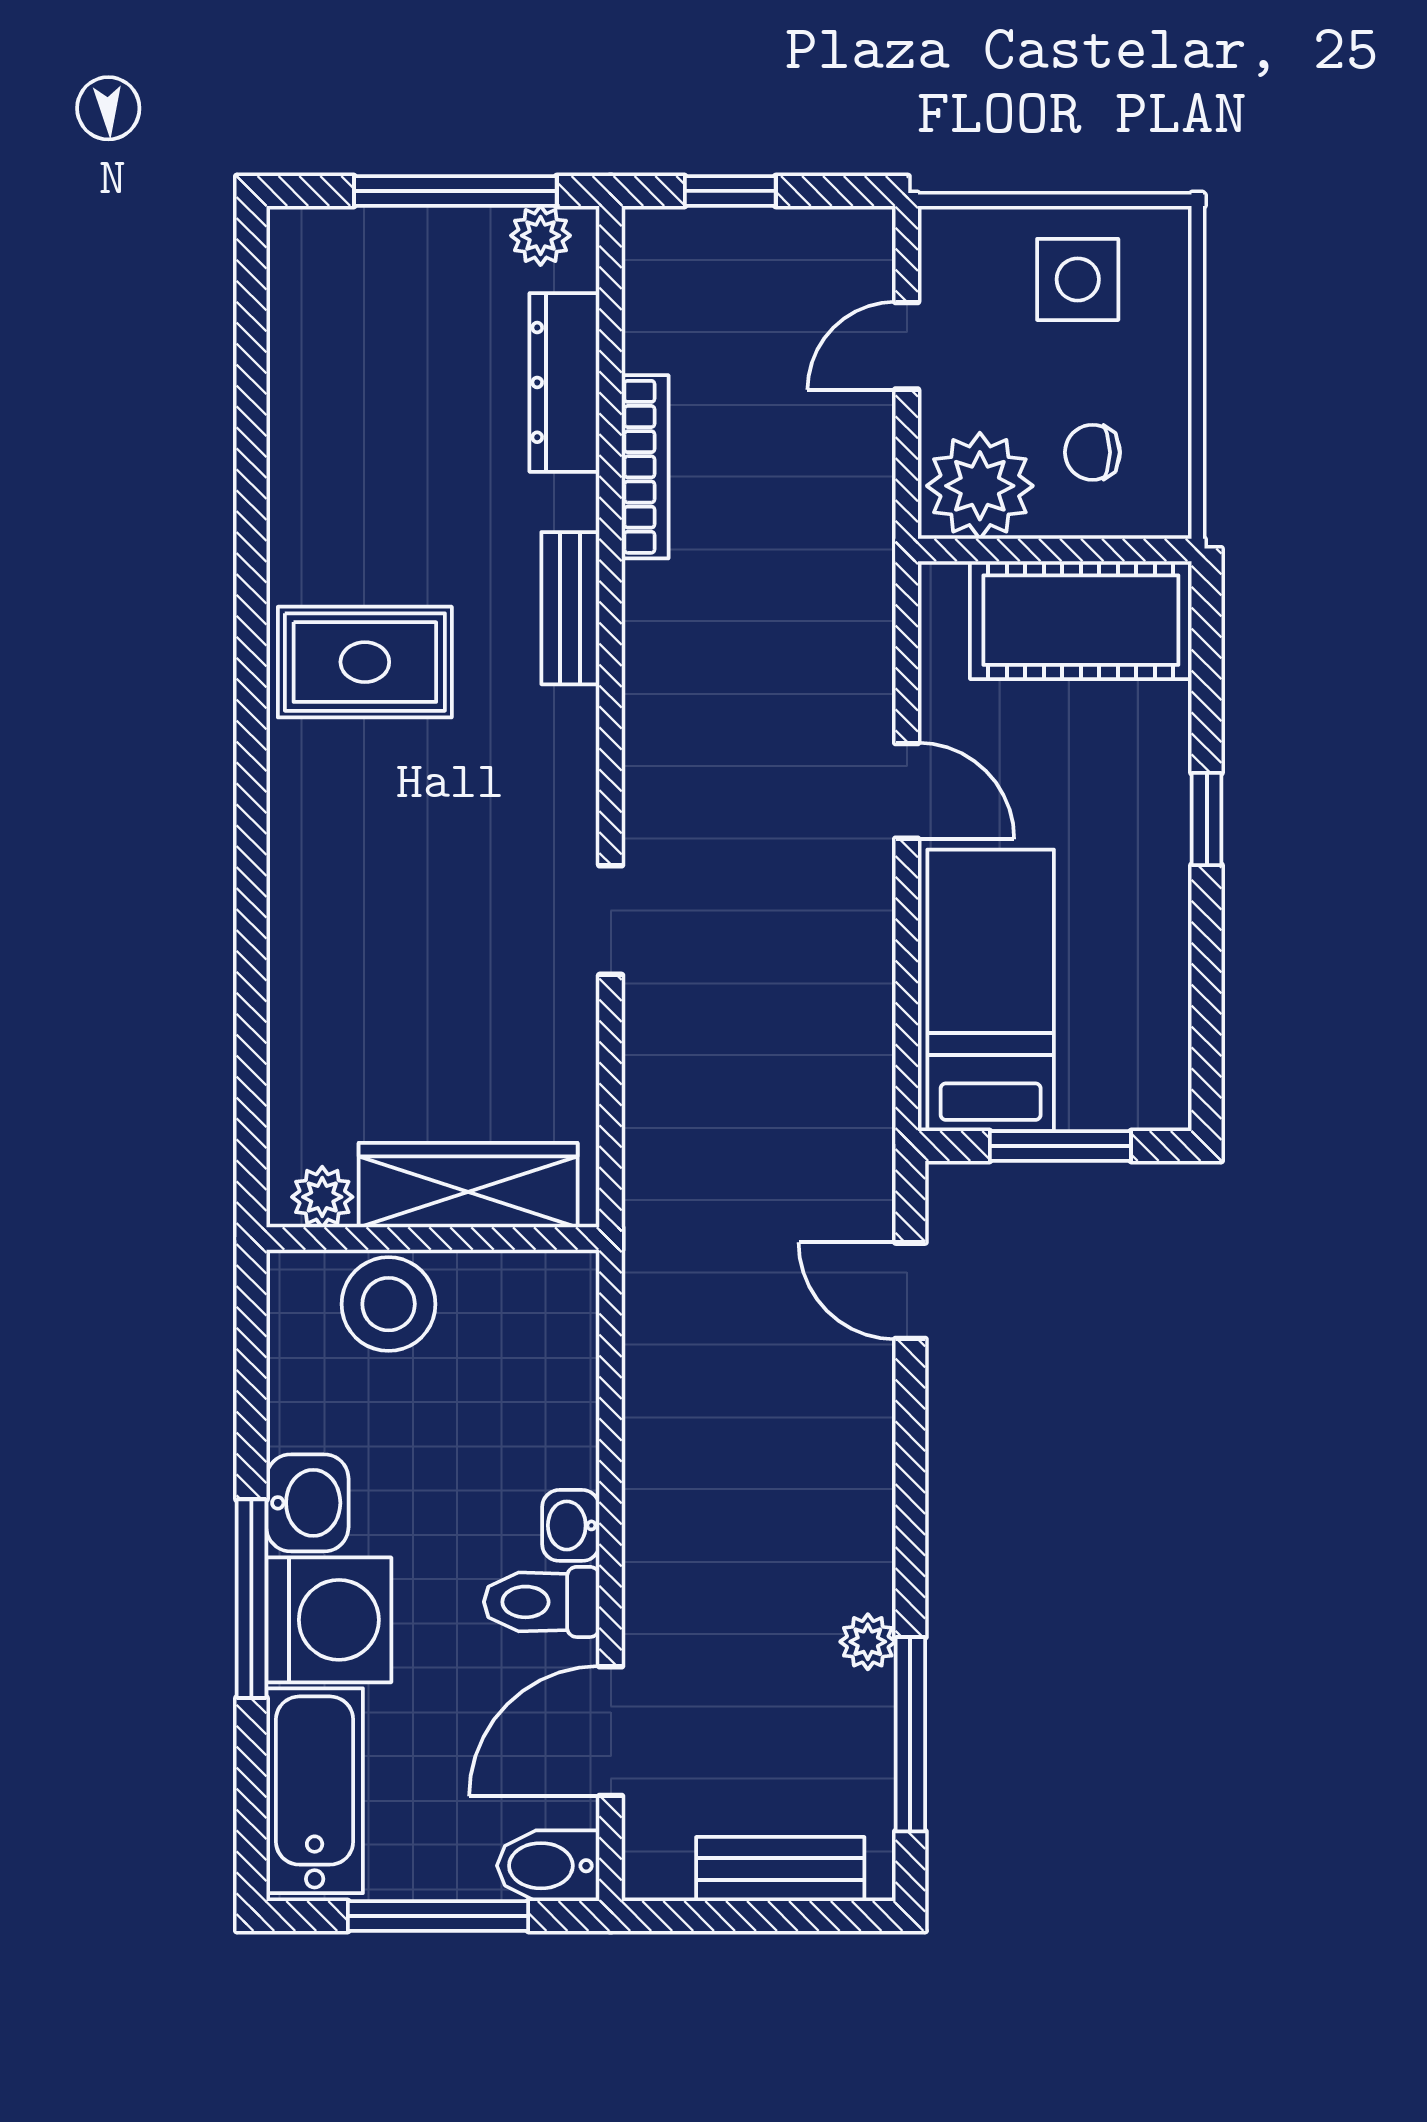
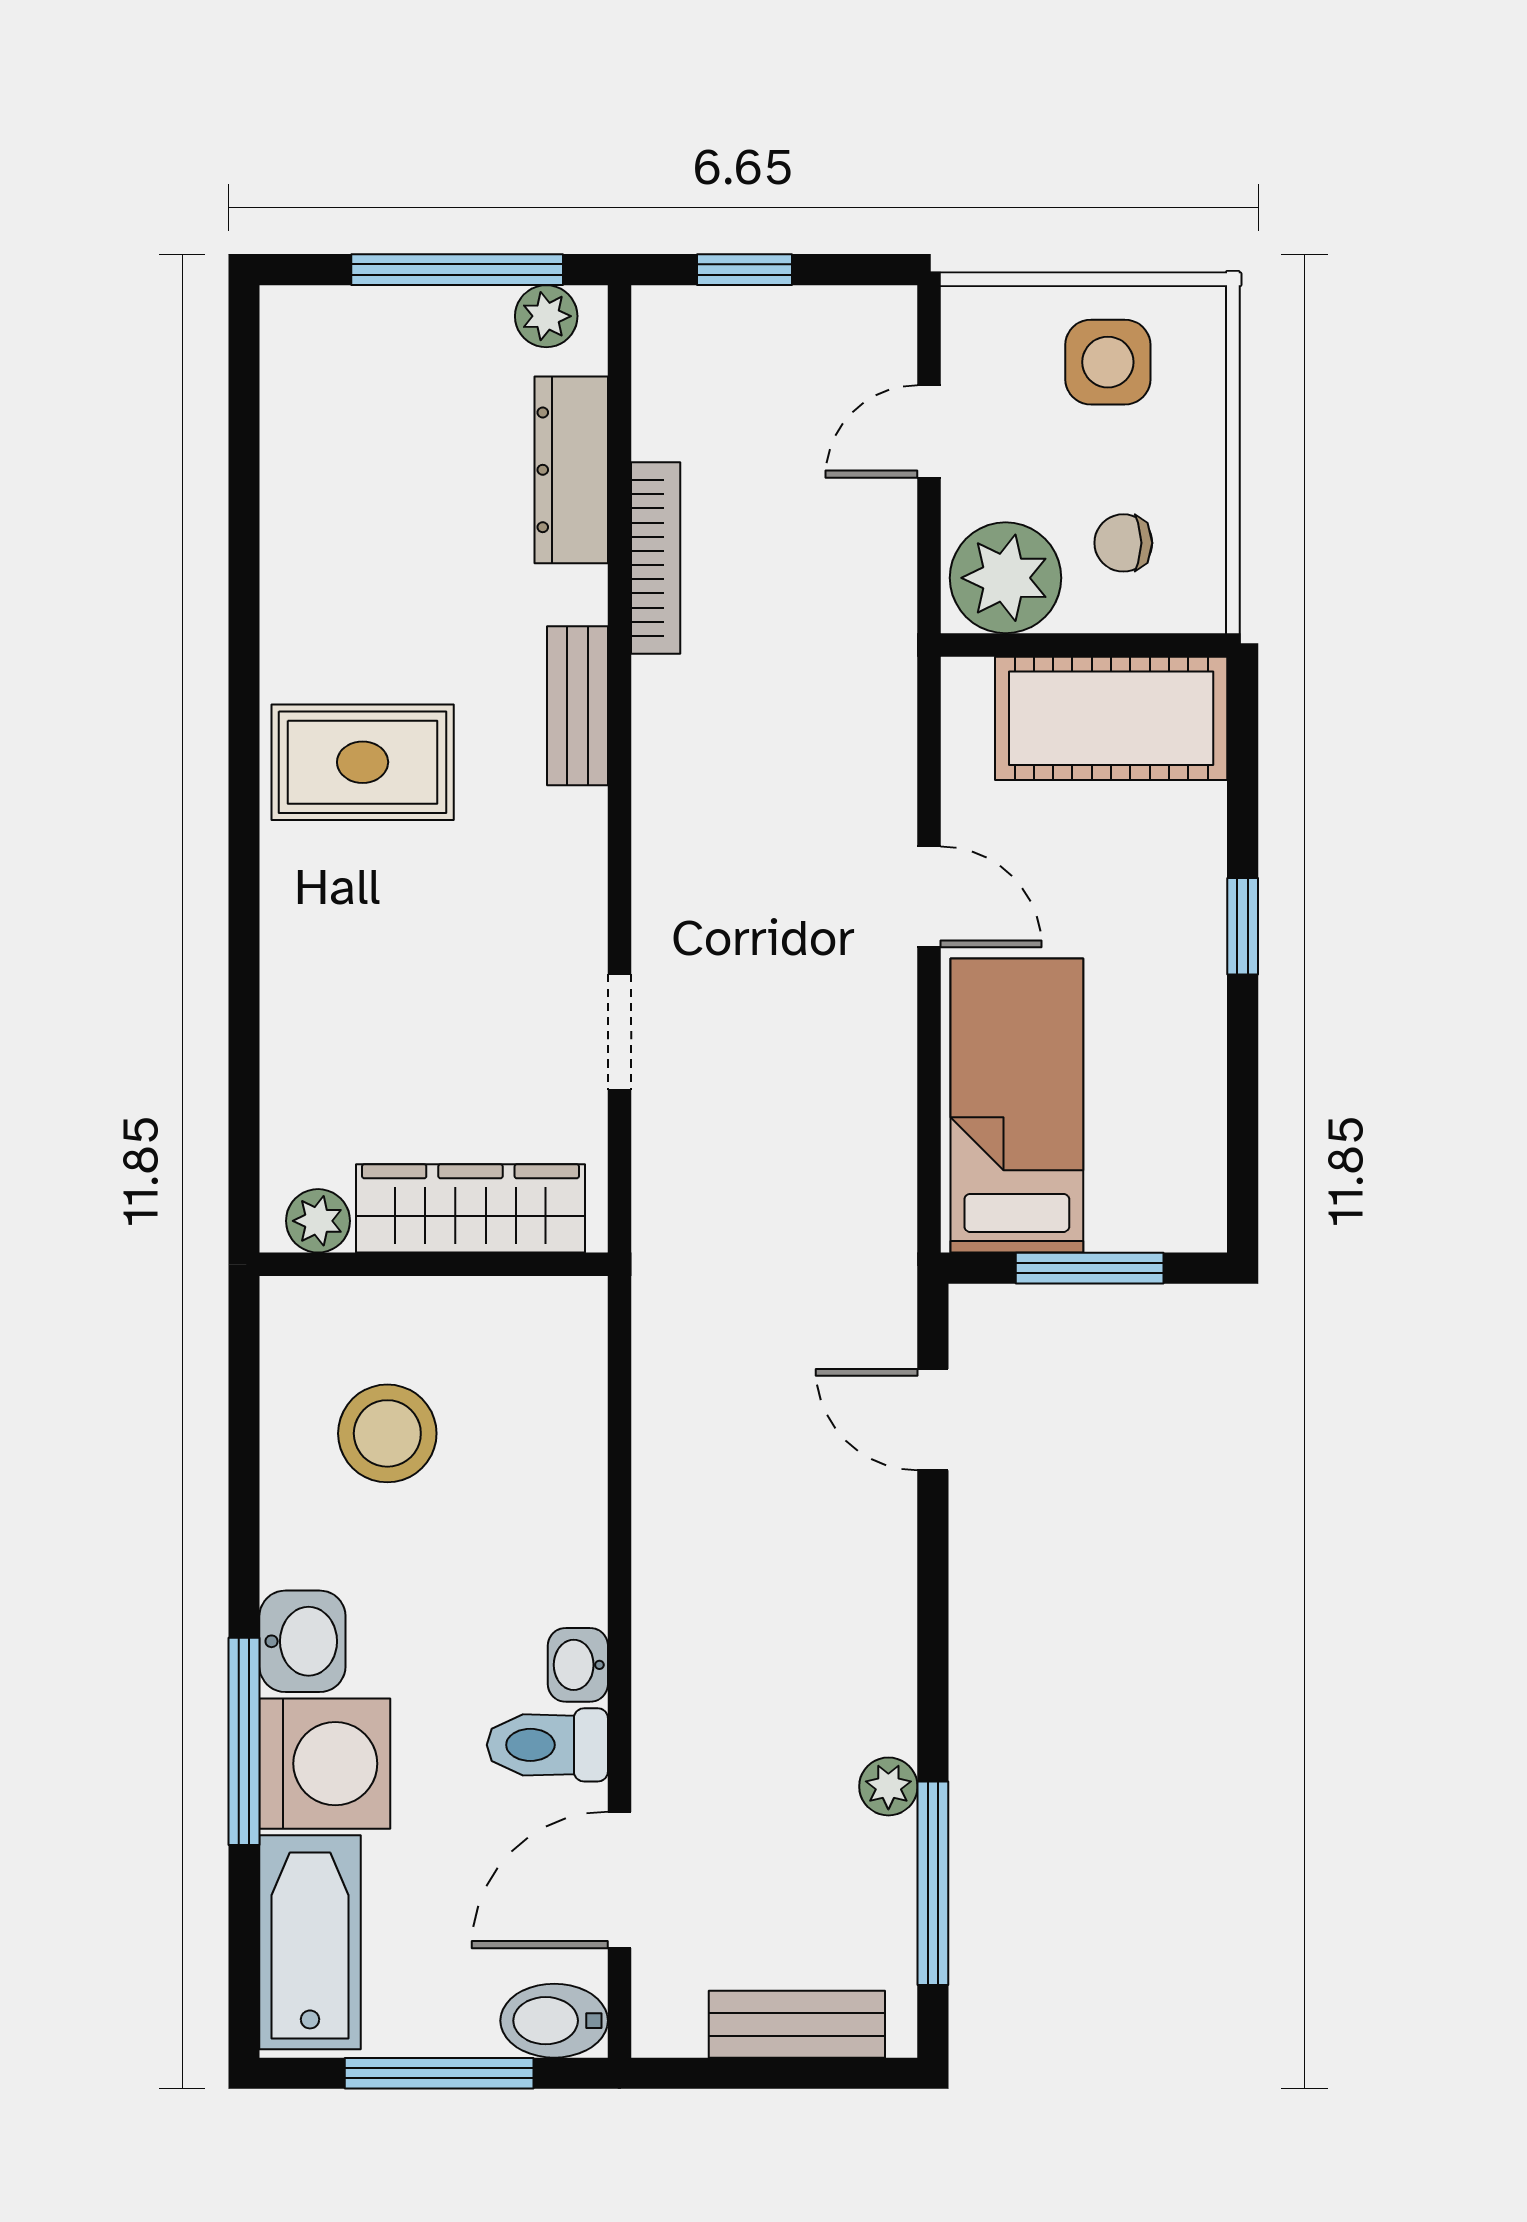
wardrobe: (468, 1185) -> (470, 1208), moved
plant: (322, 1197) -> (318, 1221), moved
wall: (433, 1239) -> (434, 1264), moved

